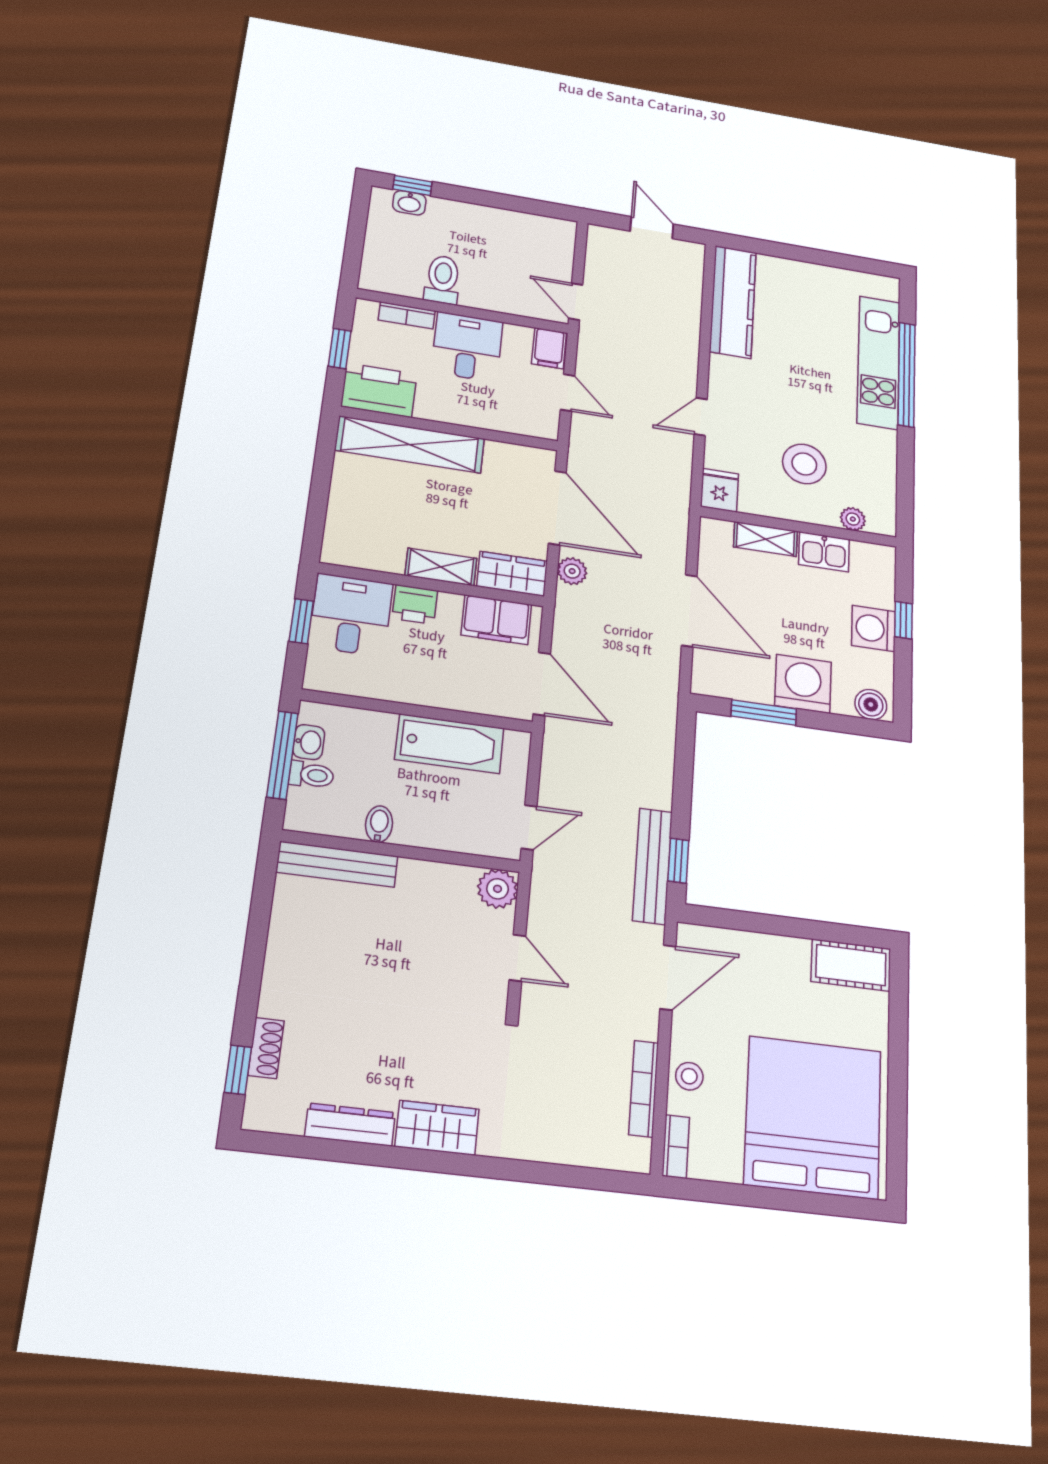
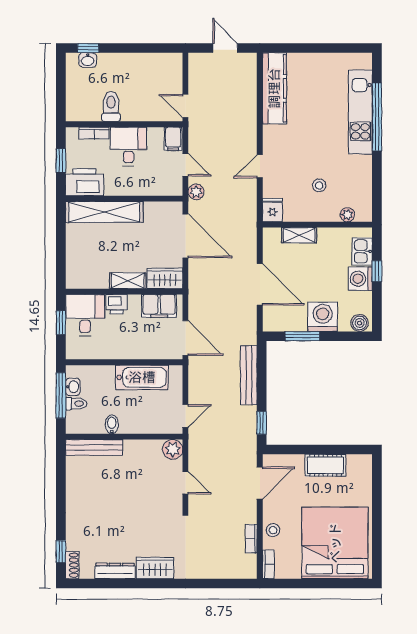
stool: (804, 464) -> (319, 185), width x0.53, depth x0.53
kitchen sink: (824, 552) -> (362, 251), moved, turned 90
plant: (572, 571) -> (196, 192), moved
bench: (653, 866) -> (249, 375), moved
cot: (851, 965) -> (325, 465), moved
shoe rack: (266, 1048) -> (72, 565), moved
bookcase: (644, 1089) -> (251, 539), width x0.64

